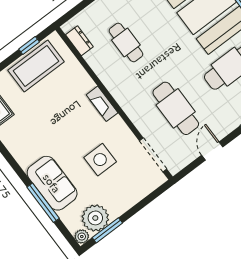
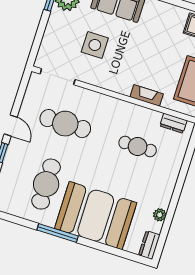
fireplace: (102, 104) -> (147, 95), moved
door: (212, 151) -> (11, 126), moved

